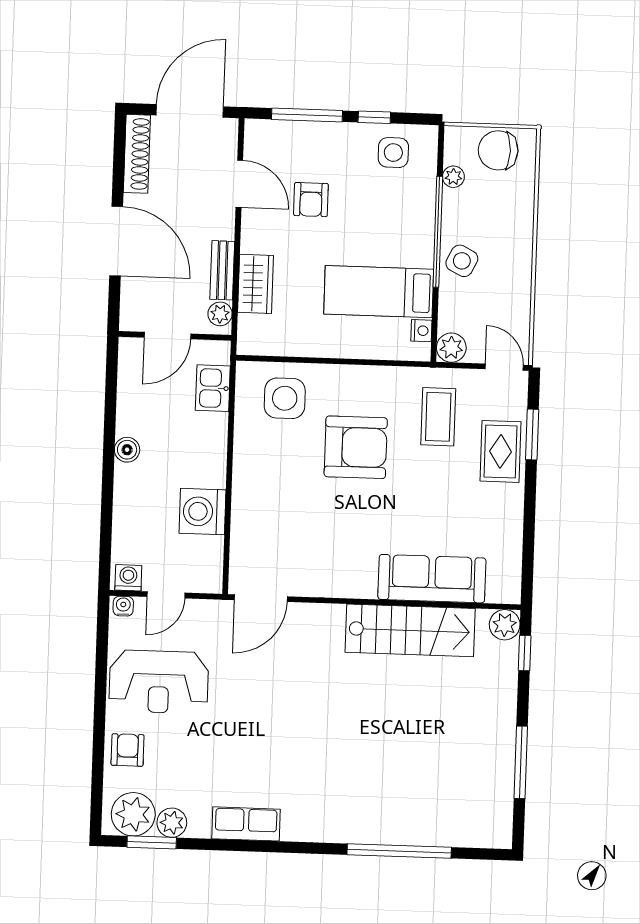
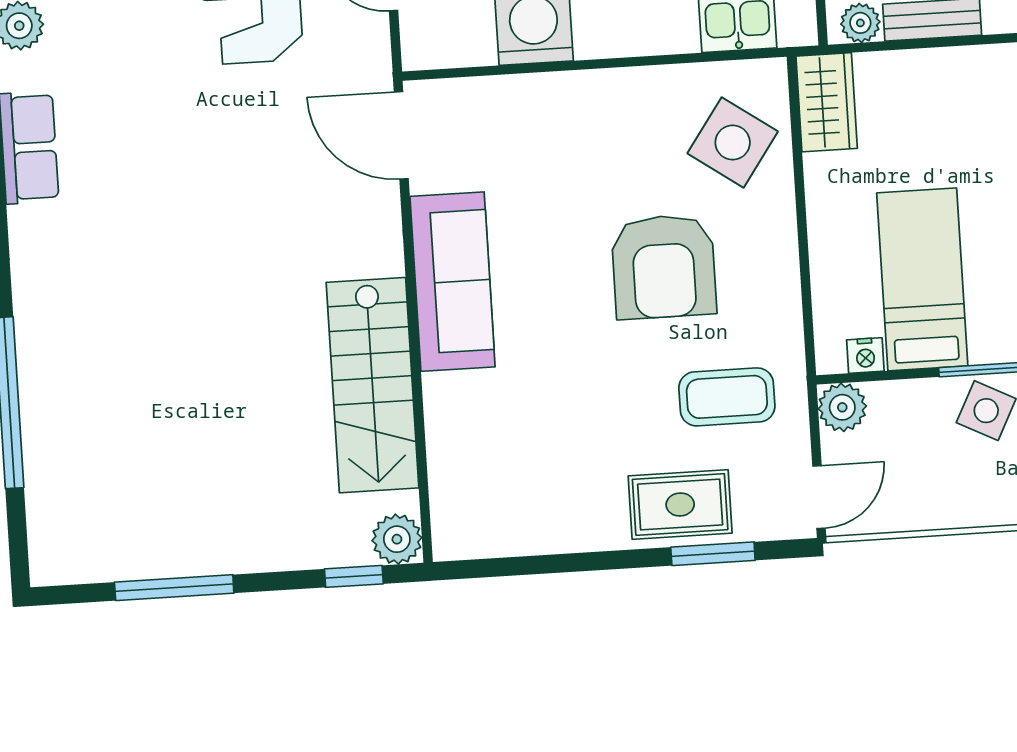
wardrobe: (256, 284) -> (827, 102), moved, turned -90
side table: (285, 398) -> (733, 142), turned 35
sofa: (432, 579) -> (452, 282), moved

